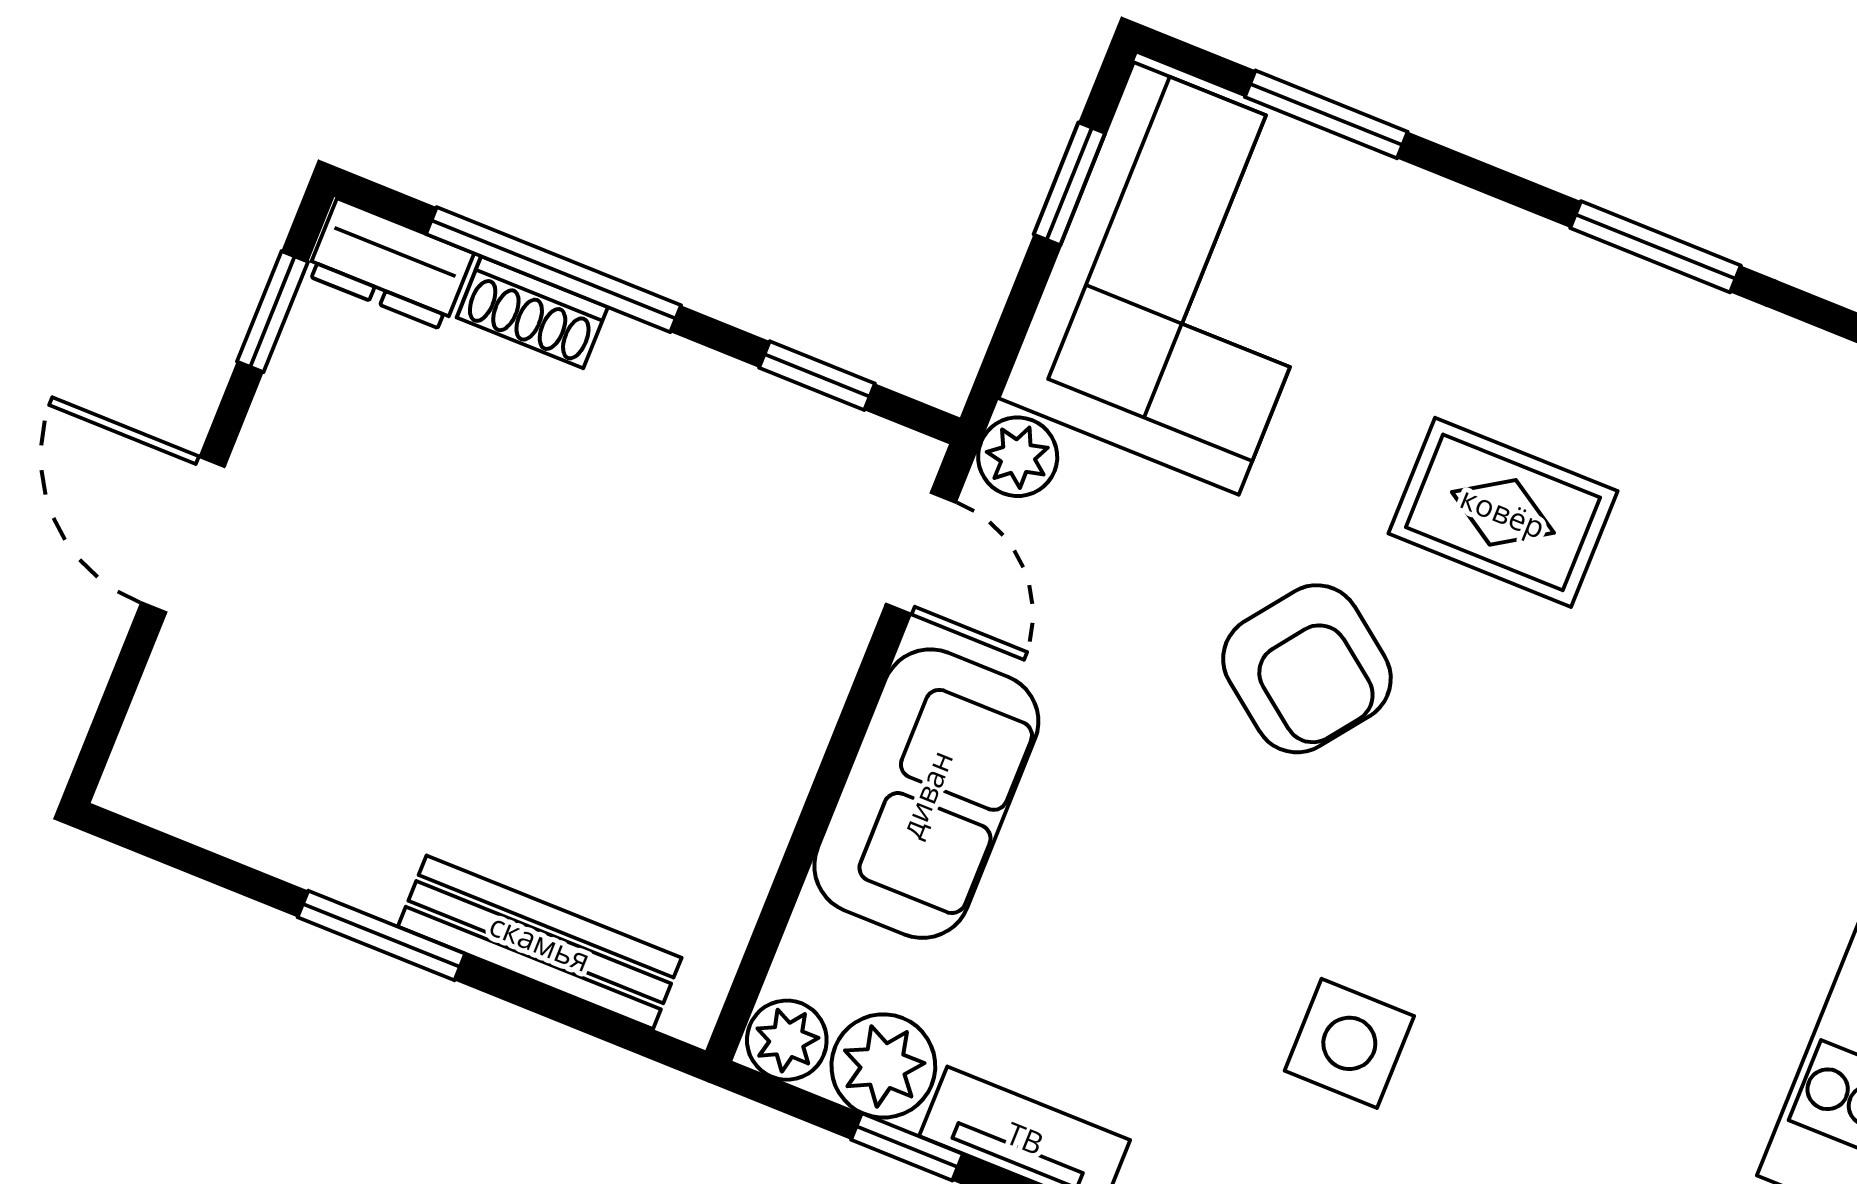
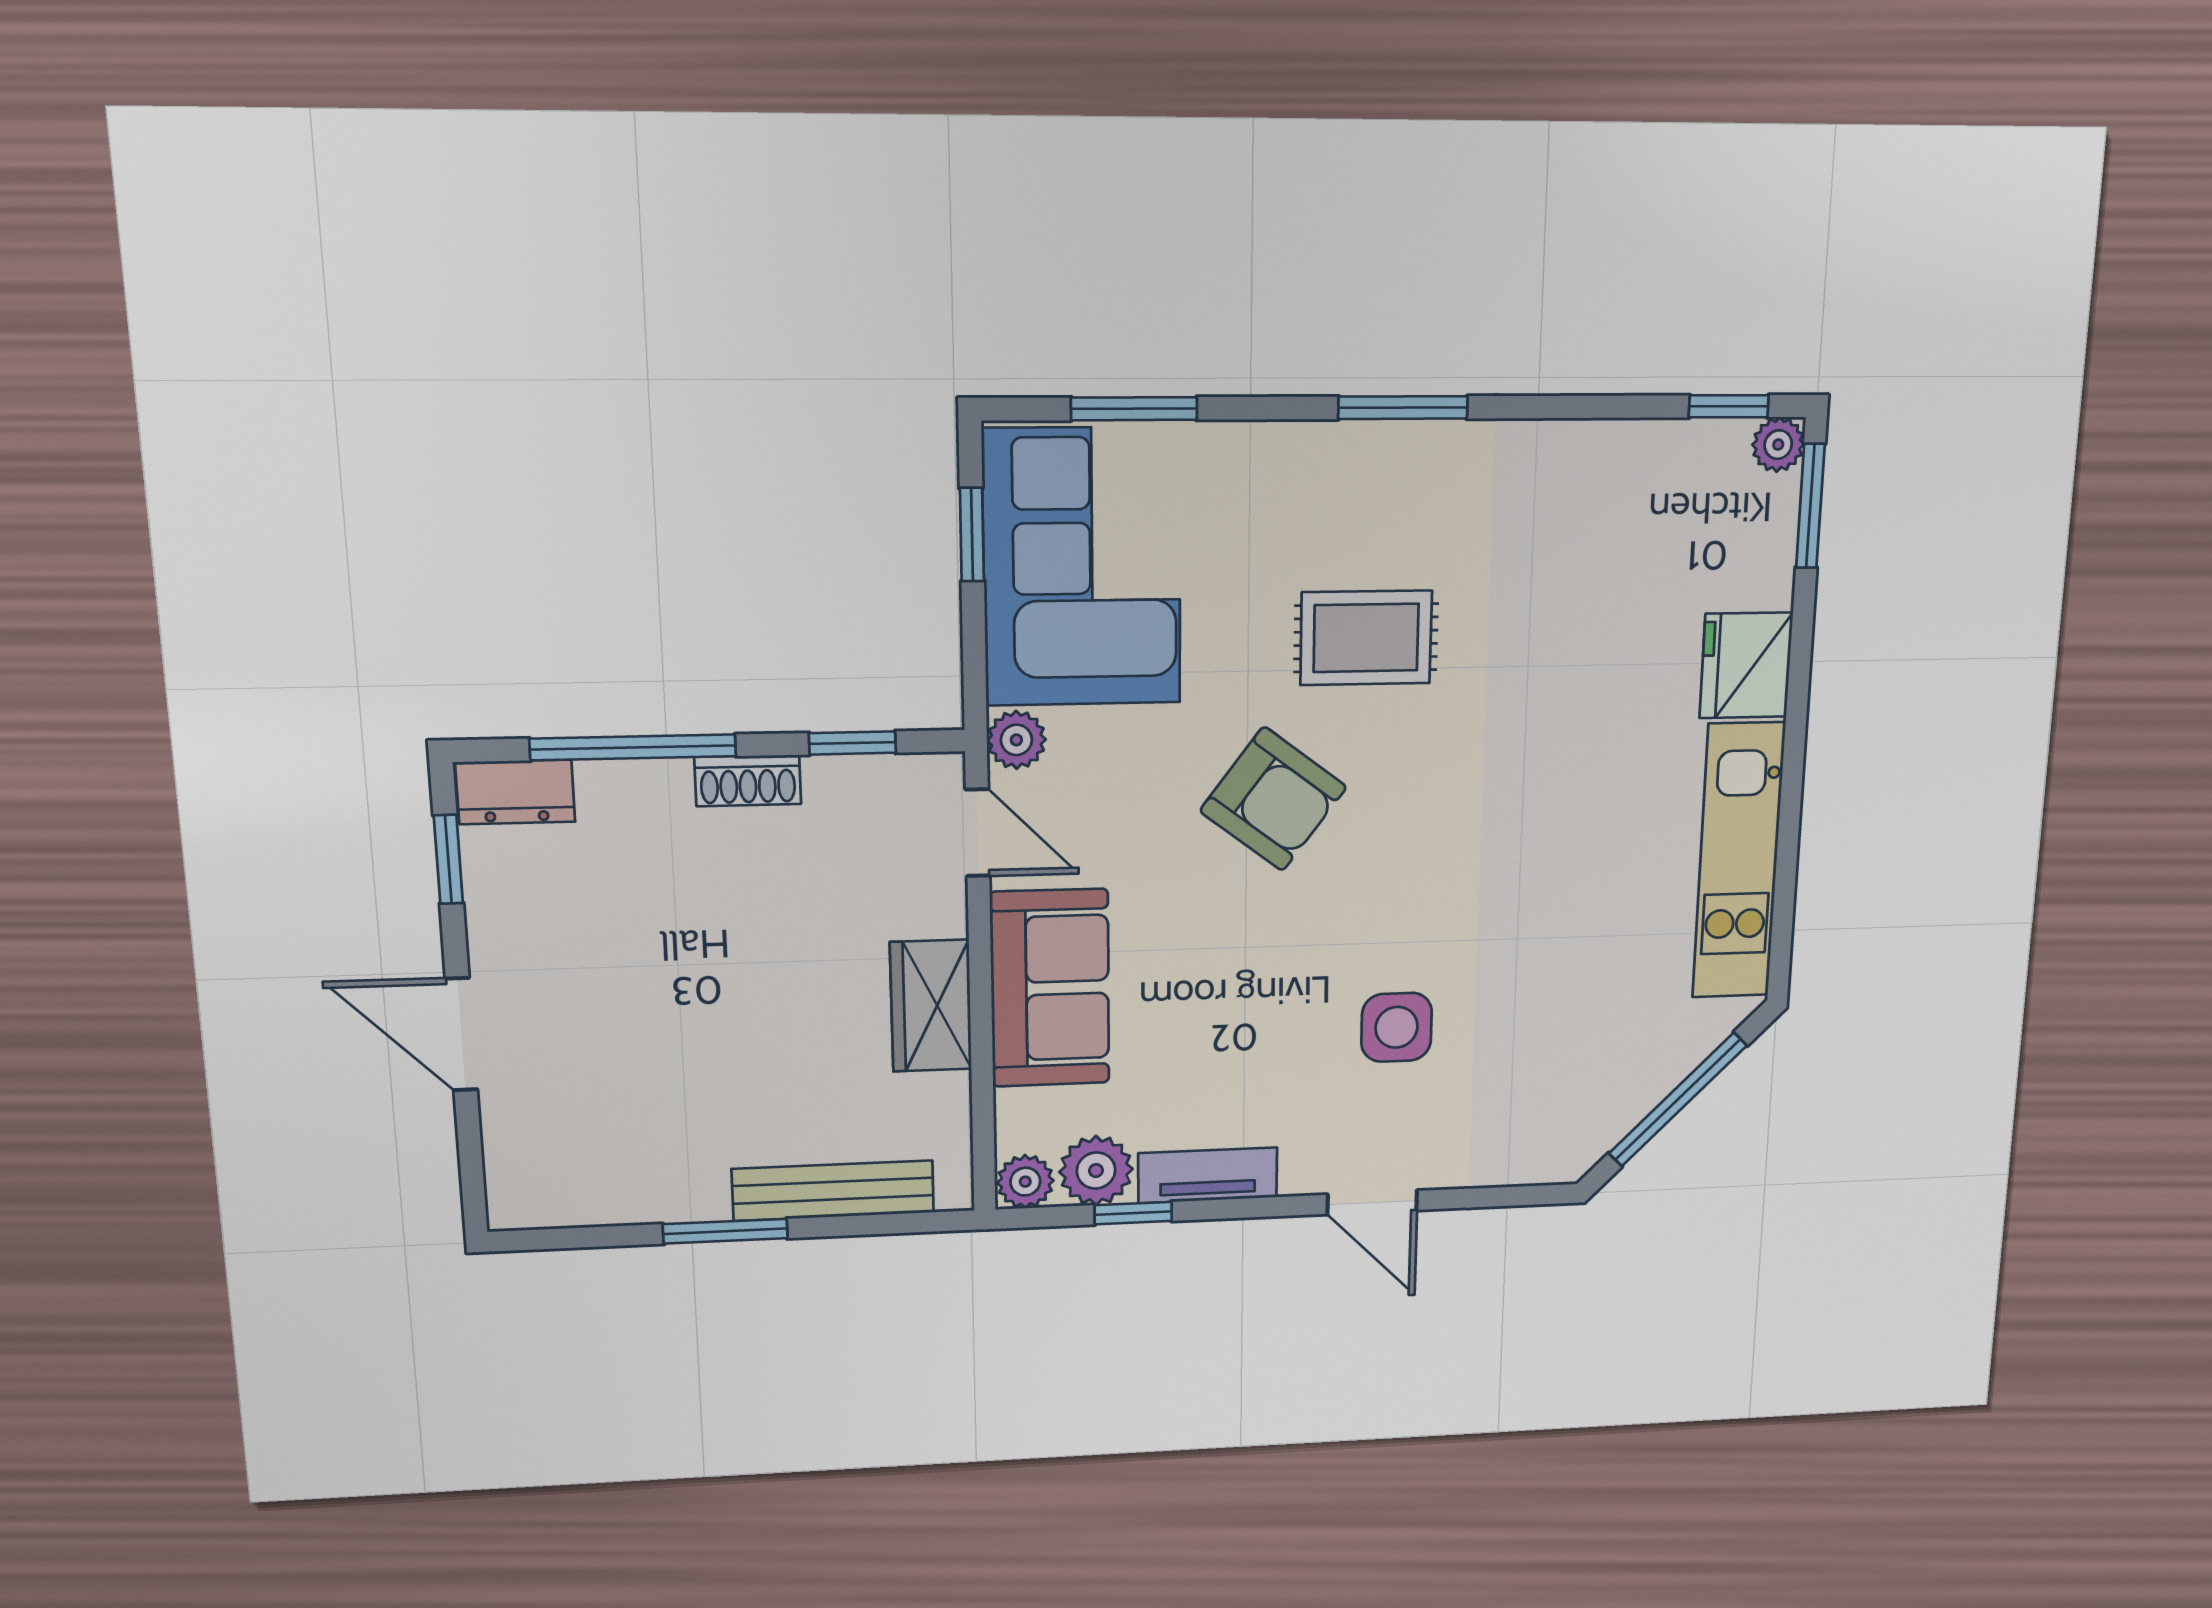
shoe rack: (532, 312) -> (748, 781), moved
wardrobe: (768, 751) -> (931, 1006), added

